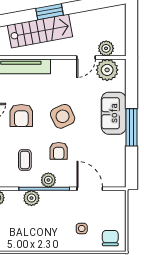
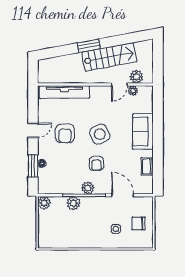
stairs: (40, 31) -> (109, 57), moved
plant: (107, 70) -> (133, 91), width x0.53, depth x0.53
window: (132, 127) -> (158, 144), removed
coffee table: (25, 160) -> (146, 167), moved
chair: (110, 238) -> (138, 223), moved, turned -90

